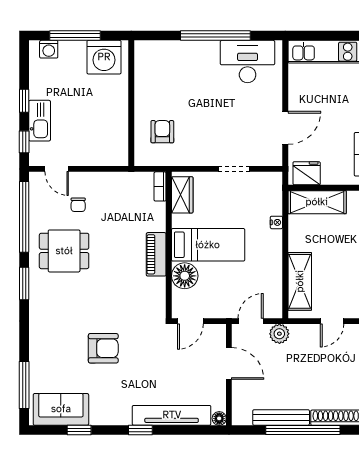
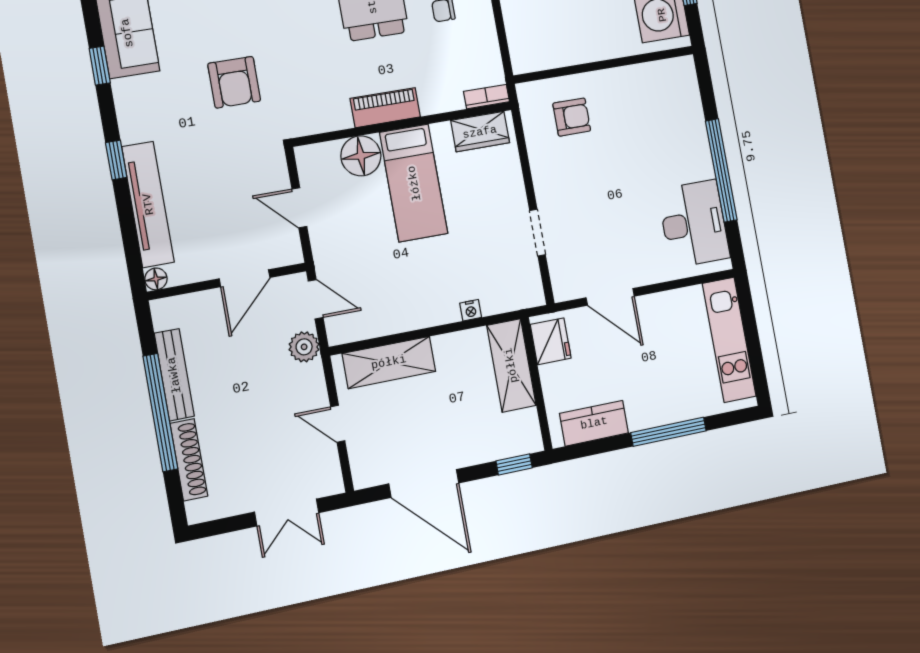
bookcase: (160, 186) -> (486, 97), moved
wardrobe: (182, 195) -> (480, 132), moved
wall: (169, 245) -> (403, 124), moved
bed: (208, 245) -> (414, 183), moved
piano: (156, 254) -> (385, 108), moved
floor lamp: (185, 276) -> (361, 156), moved

